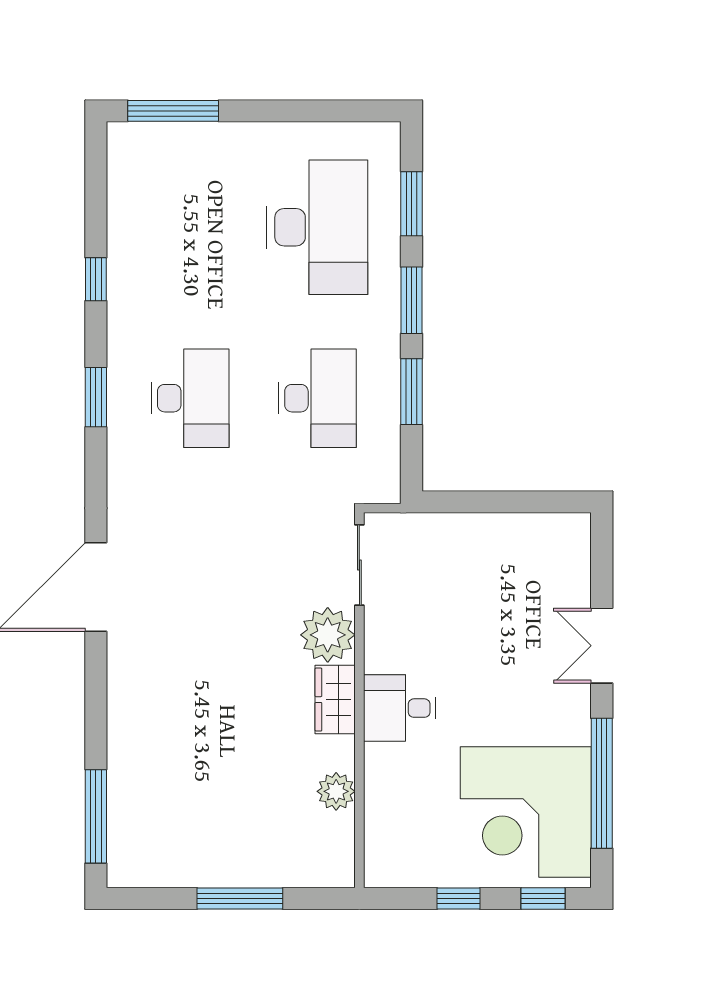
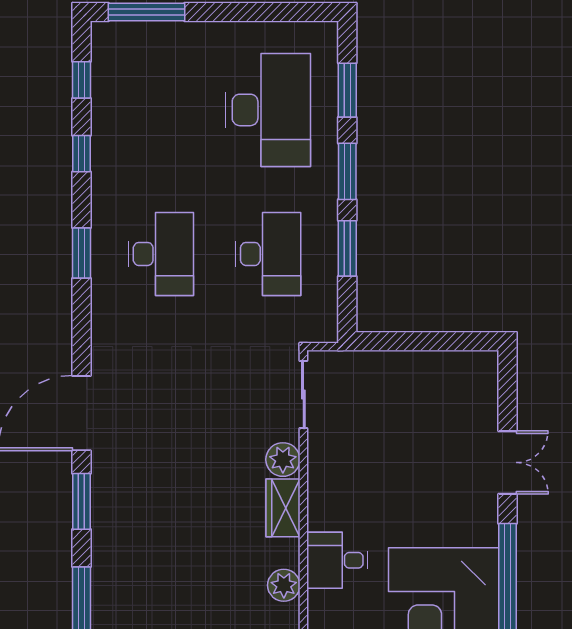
window: (96, 192) -> (81, 80), added
plant: (328, 635) -> (283, 460), width x0.73, depth x0.73
double door: (602, 646) -> (508, 462), swing flipped
window: (96, 692) -> (81, 501), added
desk: (400, 708) -> (337, 560), moved

